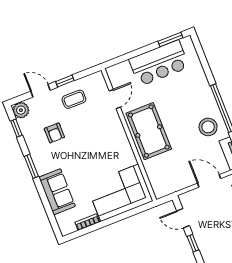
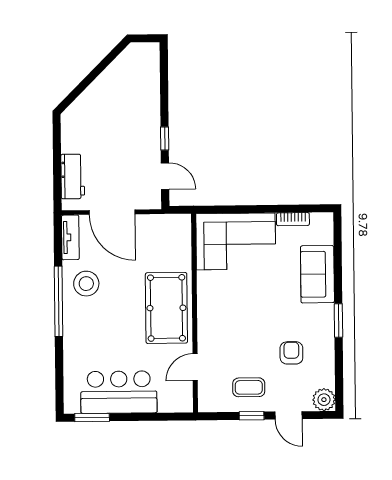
window: (16, 128) -> (339, 378), removed
door: (209, 181) -> (112, 212), width x1.36

